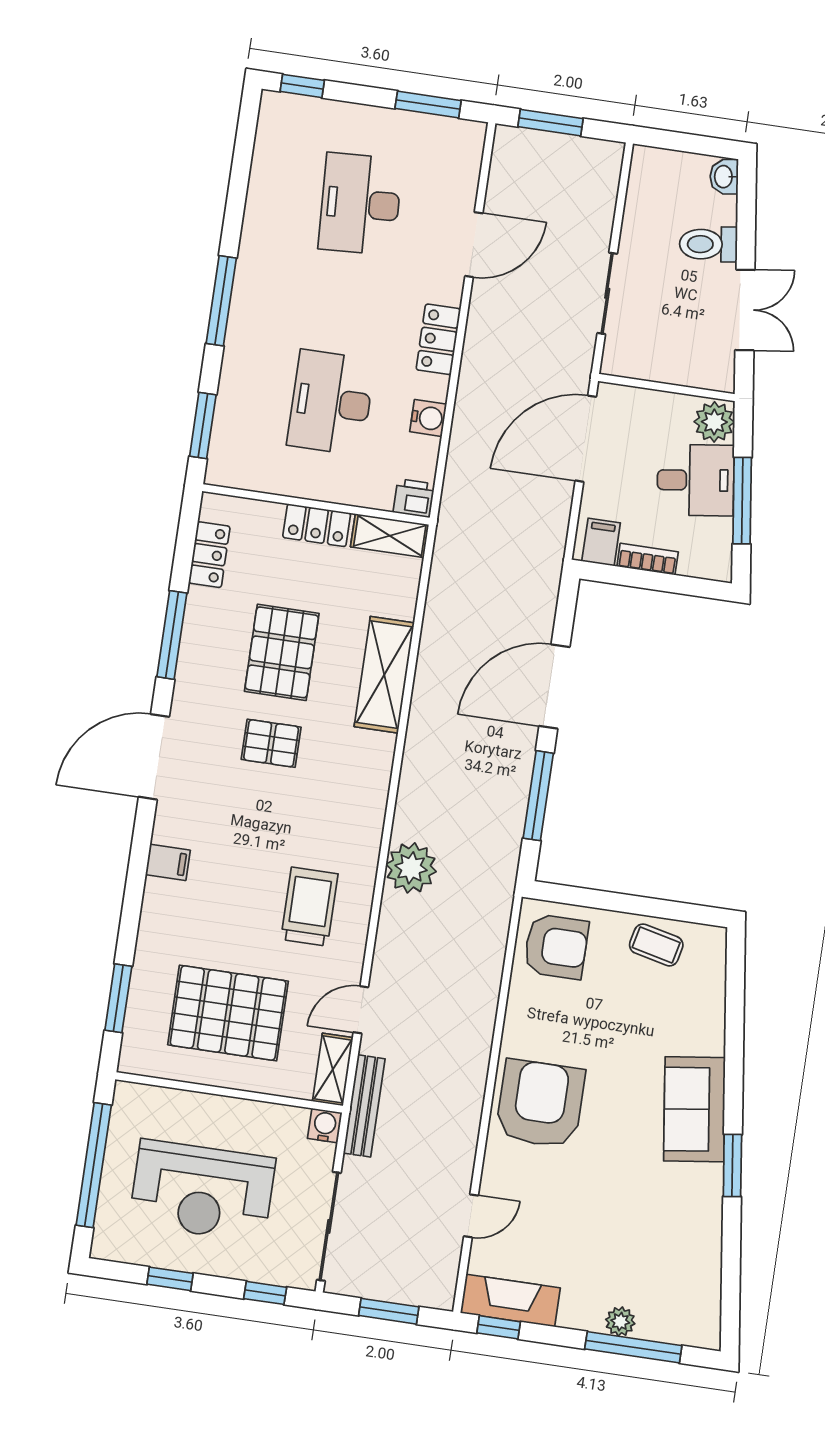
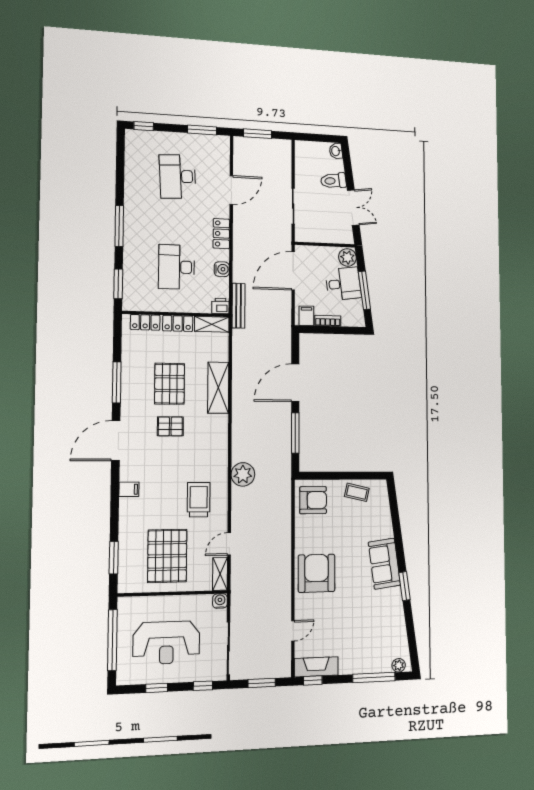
locker: (209, 555) -> (145, 322), moved, turned 90
pallet: (228, 1013) -> (167, 556), turned 90
bench: (364, 1106) -> (238, 306), moved
plant: (620, 1322) -> (399, 665), moved

